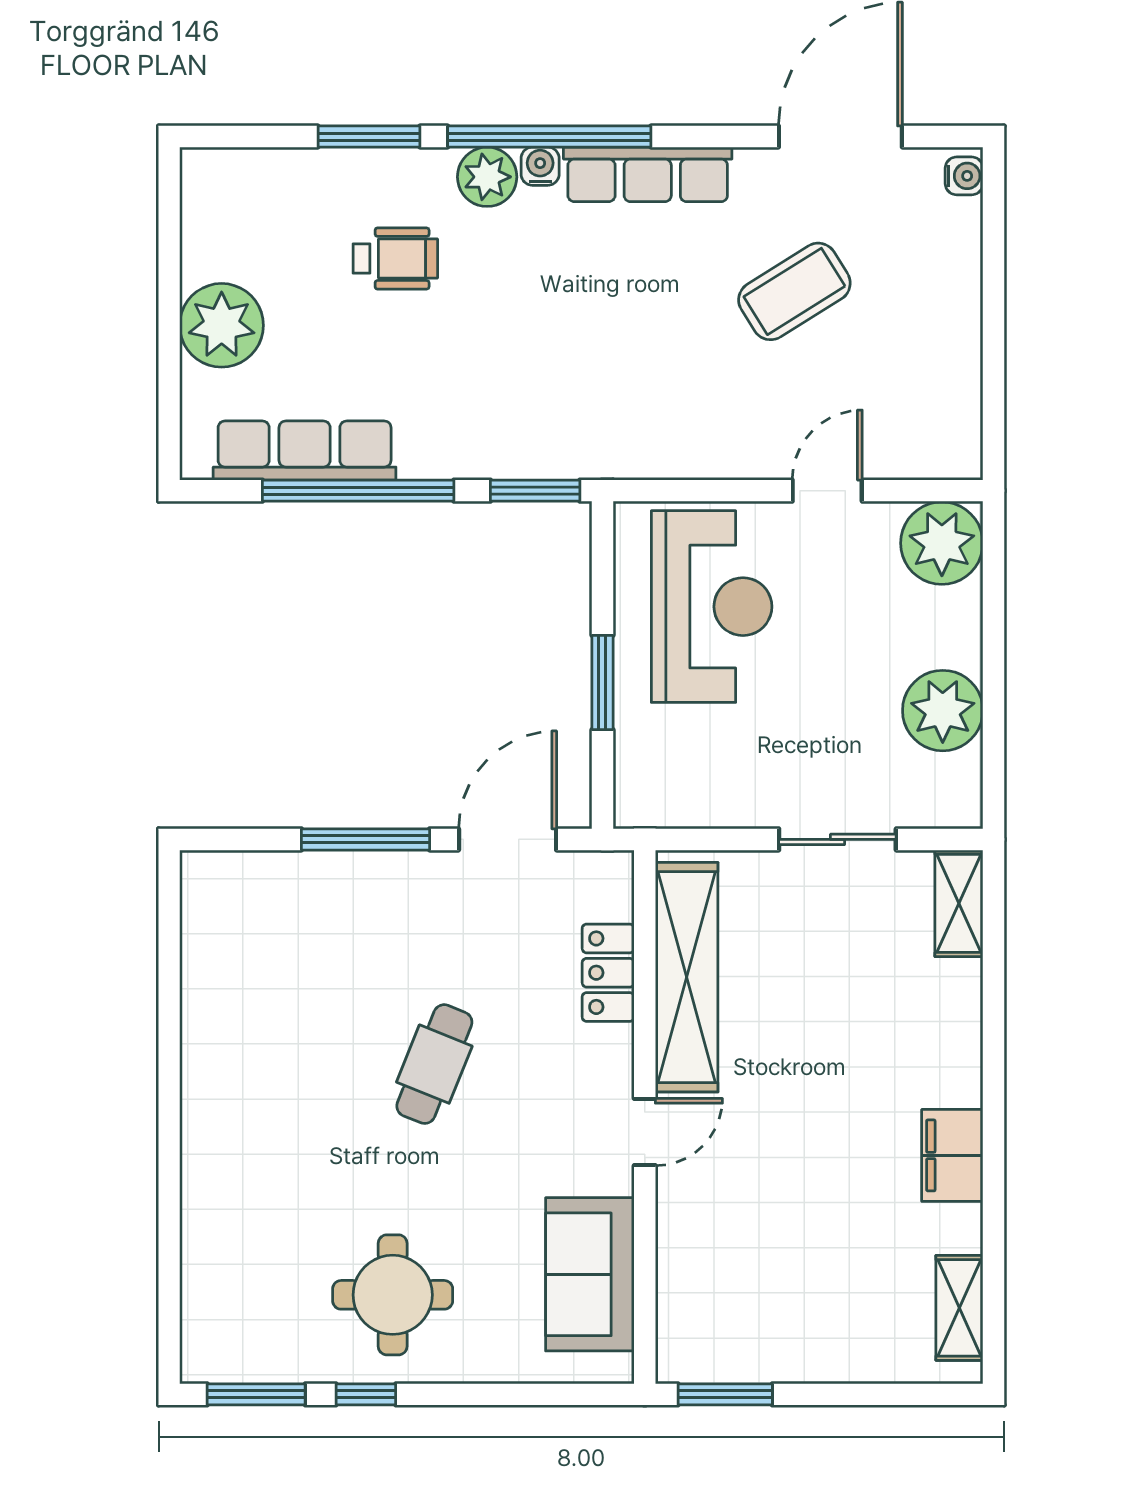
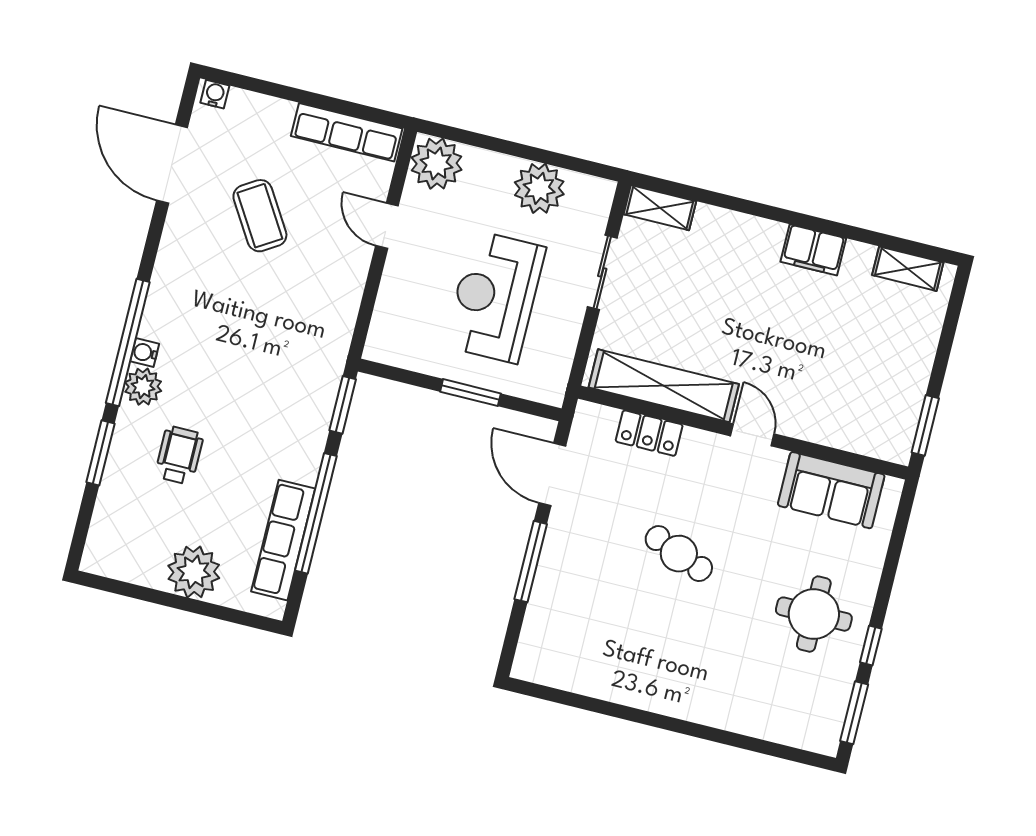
row of seats: (648, 174) -> (347, 132), moved, turned 90
reception desk: (712, 607) -> (495, 297), moved, turned -90

